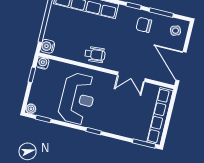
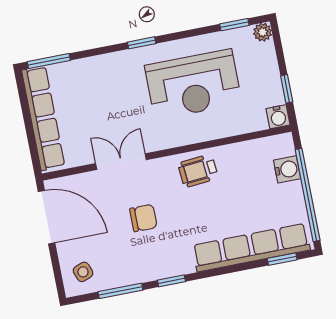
chair: (144, 25) -> (143, 218), moved
water cooler: (47, 46) -> (287, 169), moved
reception desk: (77, 99) -> (193, 84), turned -90

